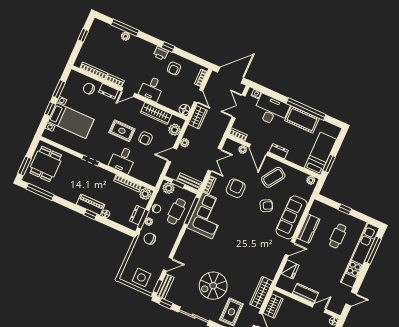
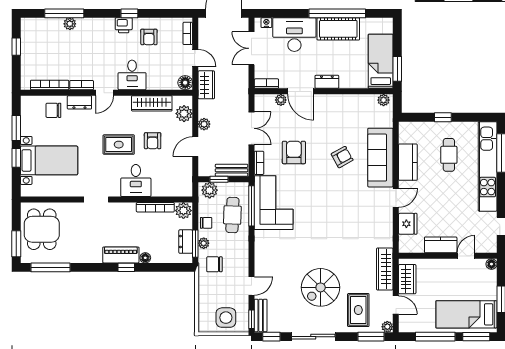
coffee table: (273, 177) -> (335, 118), removed

